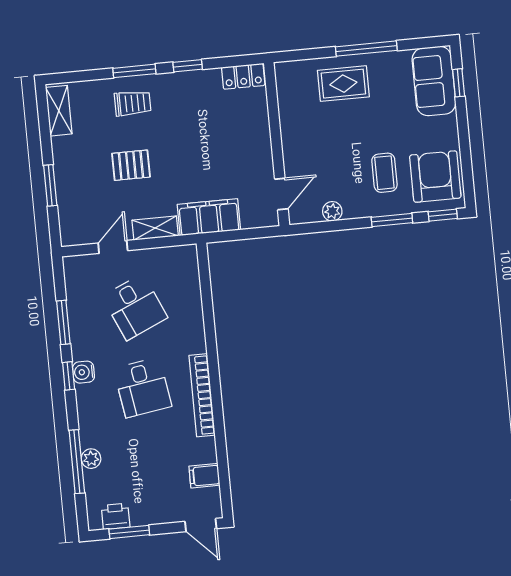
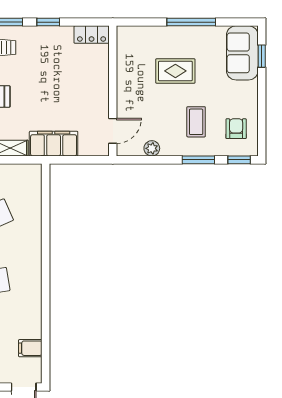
rug: (343, 84) -> (175, 71), moved
armchair: (435, 176) -> (236, 129), width x0.53, depth x0.53
bookcase: (202, 395) -> (35, 284), removed

